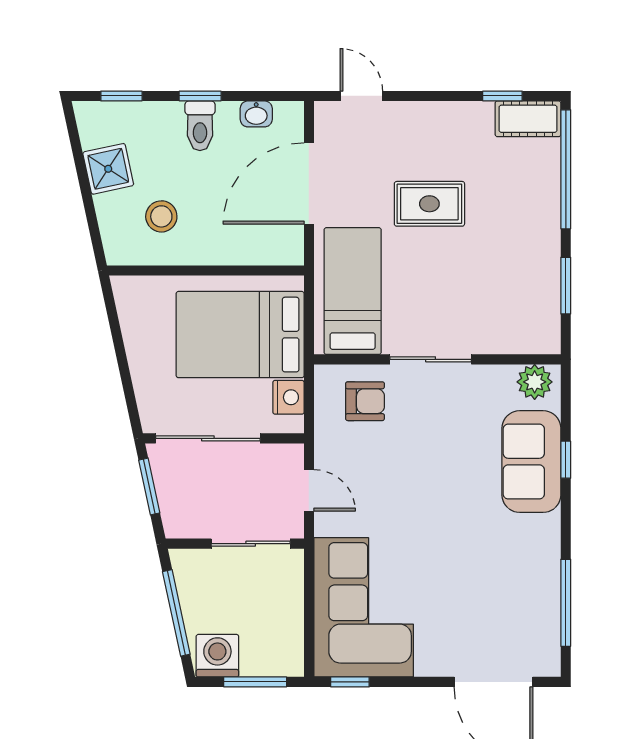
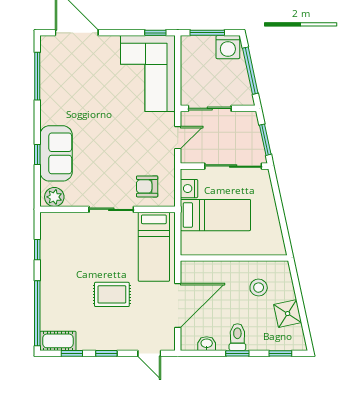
window: (439, 96) -> (106, 353), added
window: (566, 286) -> (37, 250), width x0.67
bed: (240, 335) -> (215, 215), width x0.67
door: (309, 490) -> (178, 138), swing flipped

